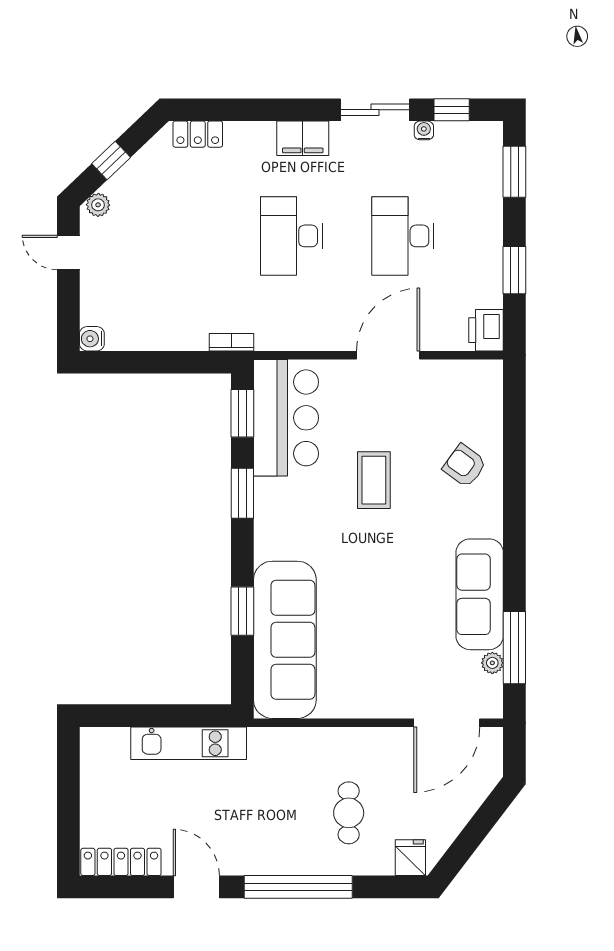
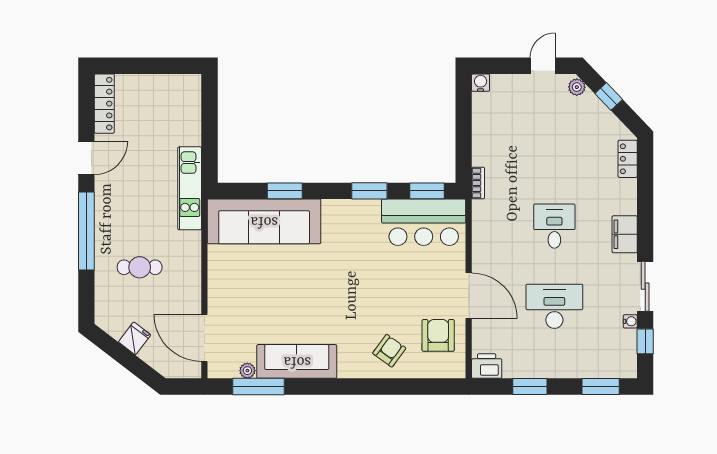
desk: (291, 236) -> (554, 226), width x0.73
armchair: (443, 398) -> (438, 335), added
coffee table: (374, 480) -> (379, 285), removed
kitchen unit: (189, 743) -> (190, 188), moved
fridge: (410, 858) -> (135, 338), moved, turned -53

